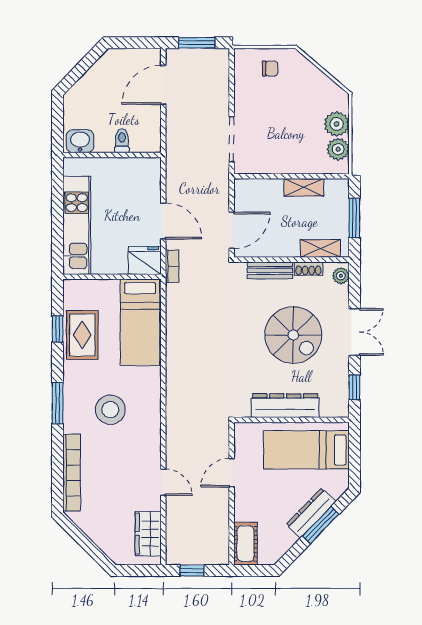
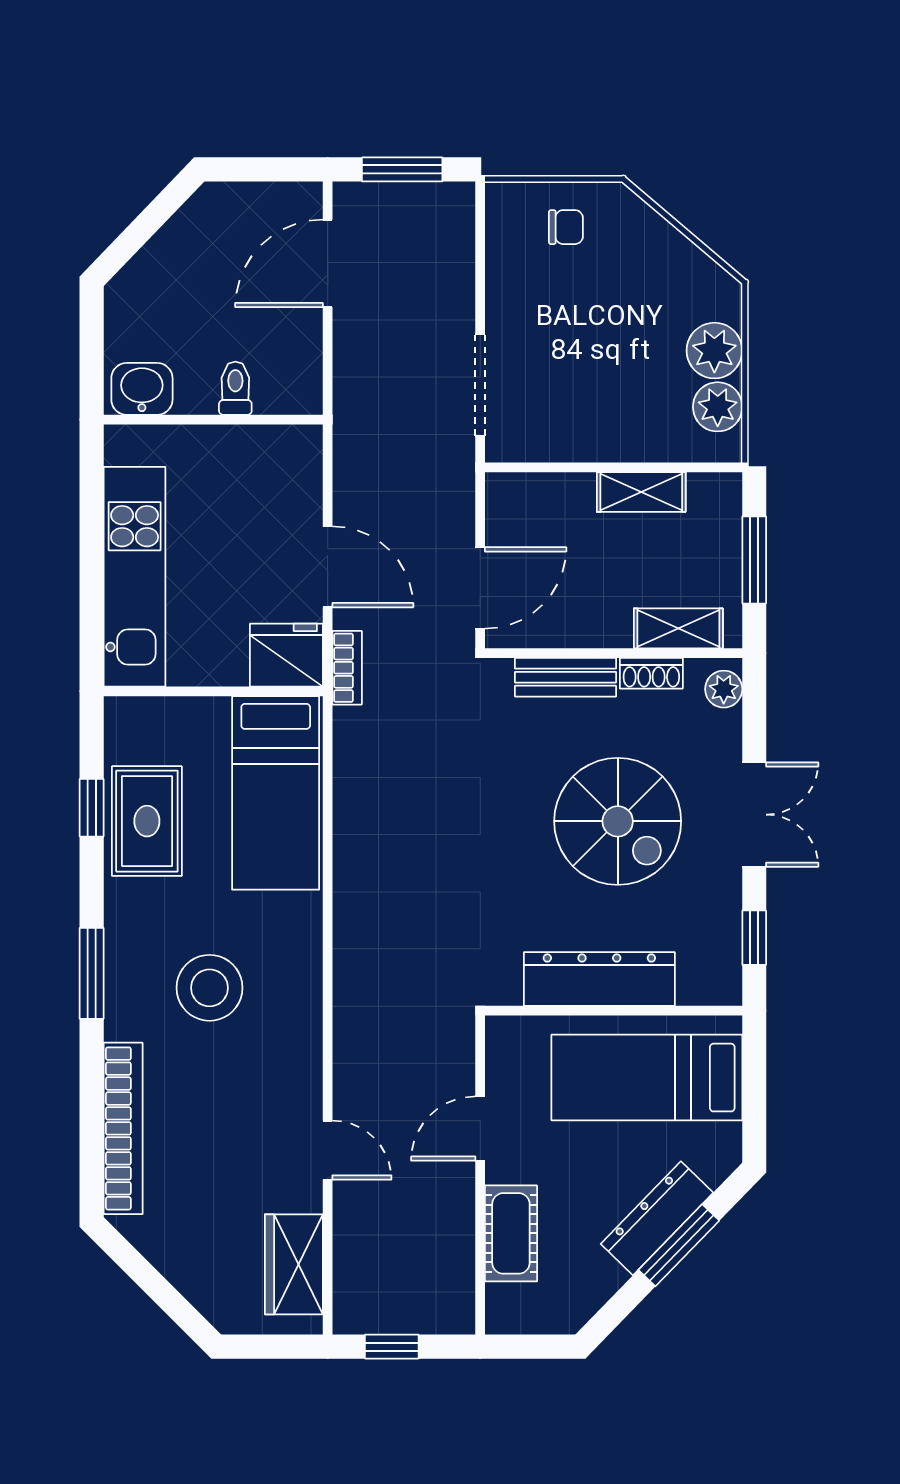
cot: (245, 544) -> (511, 1233), moved

